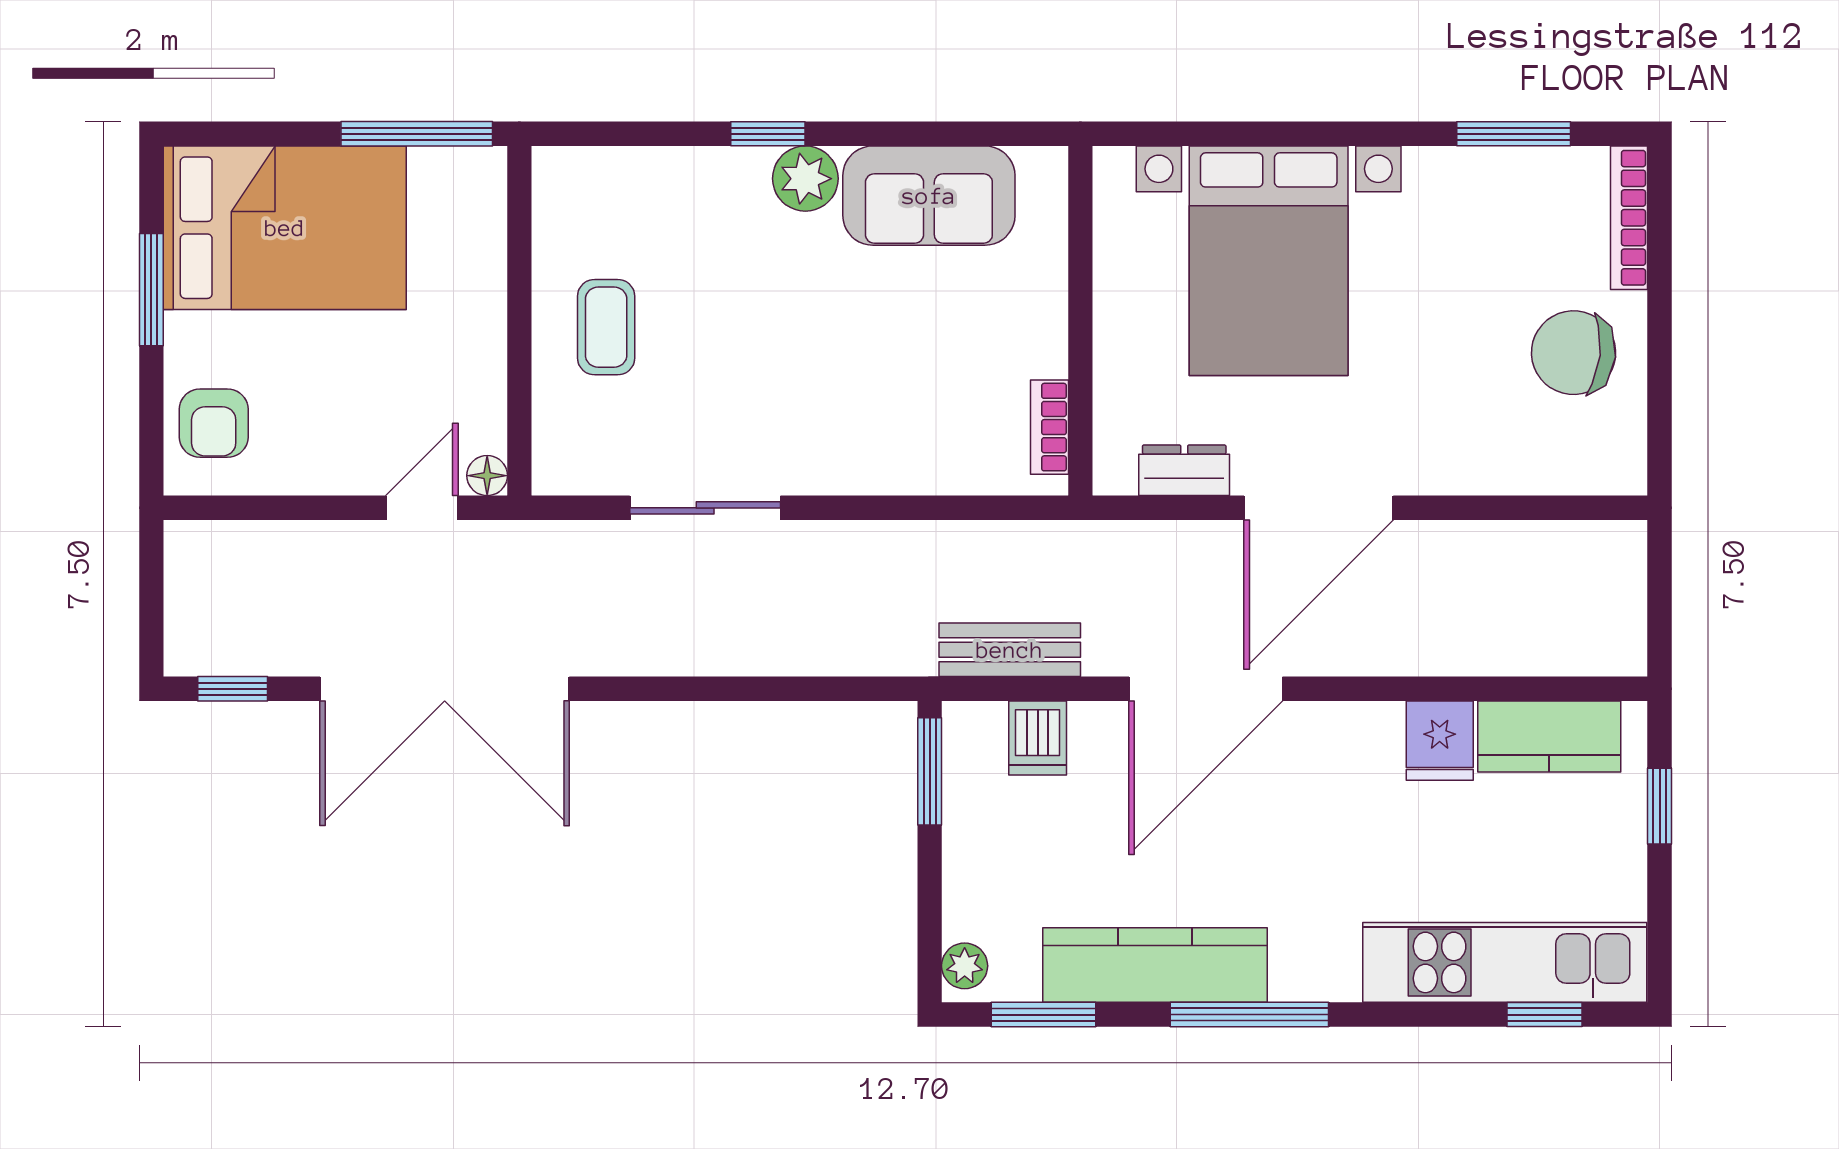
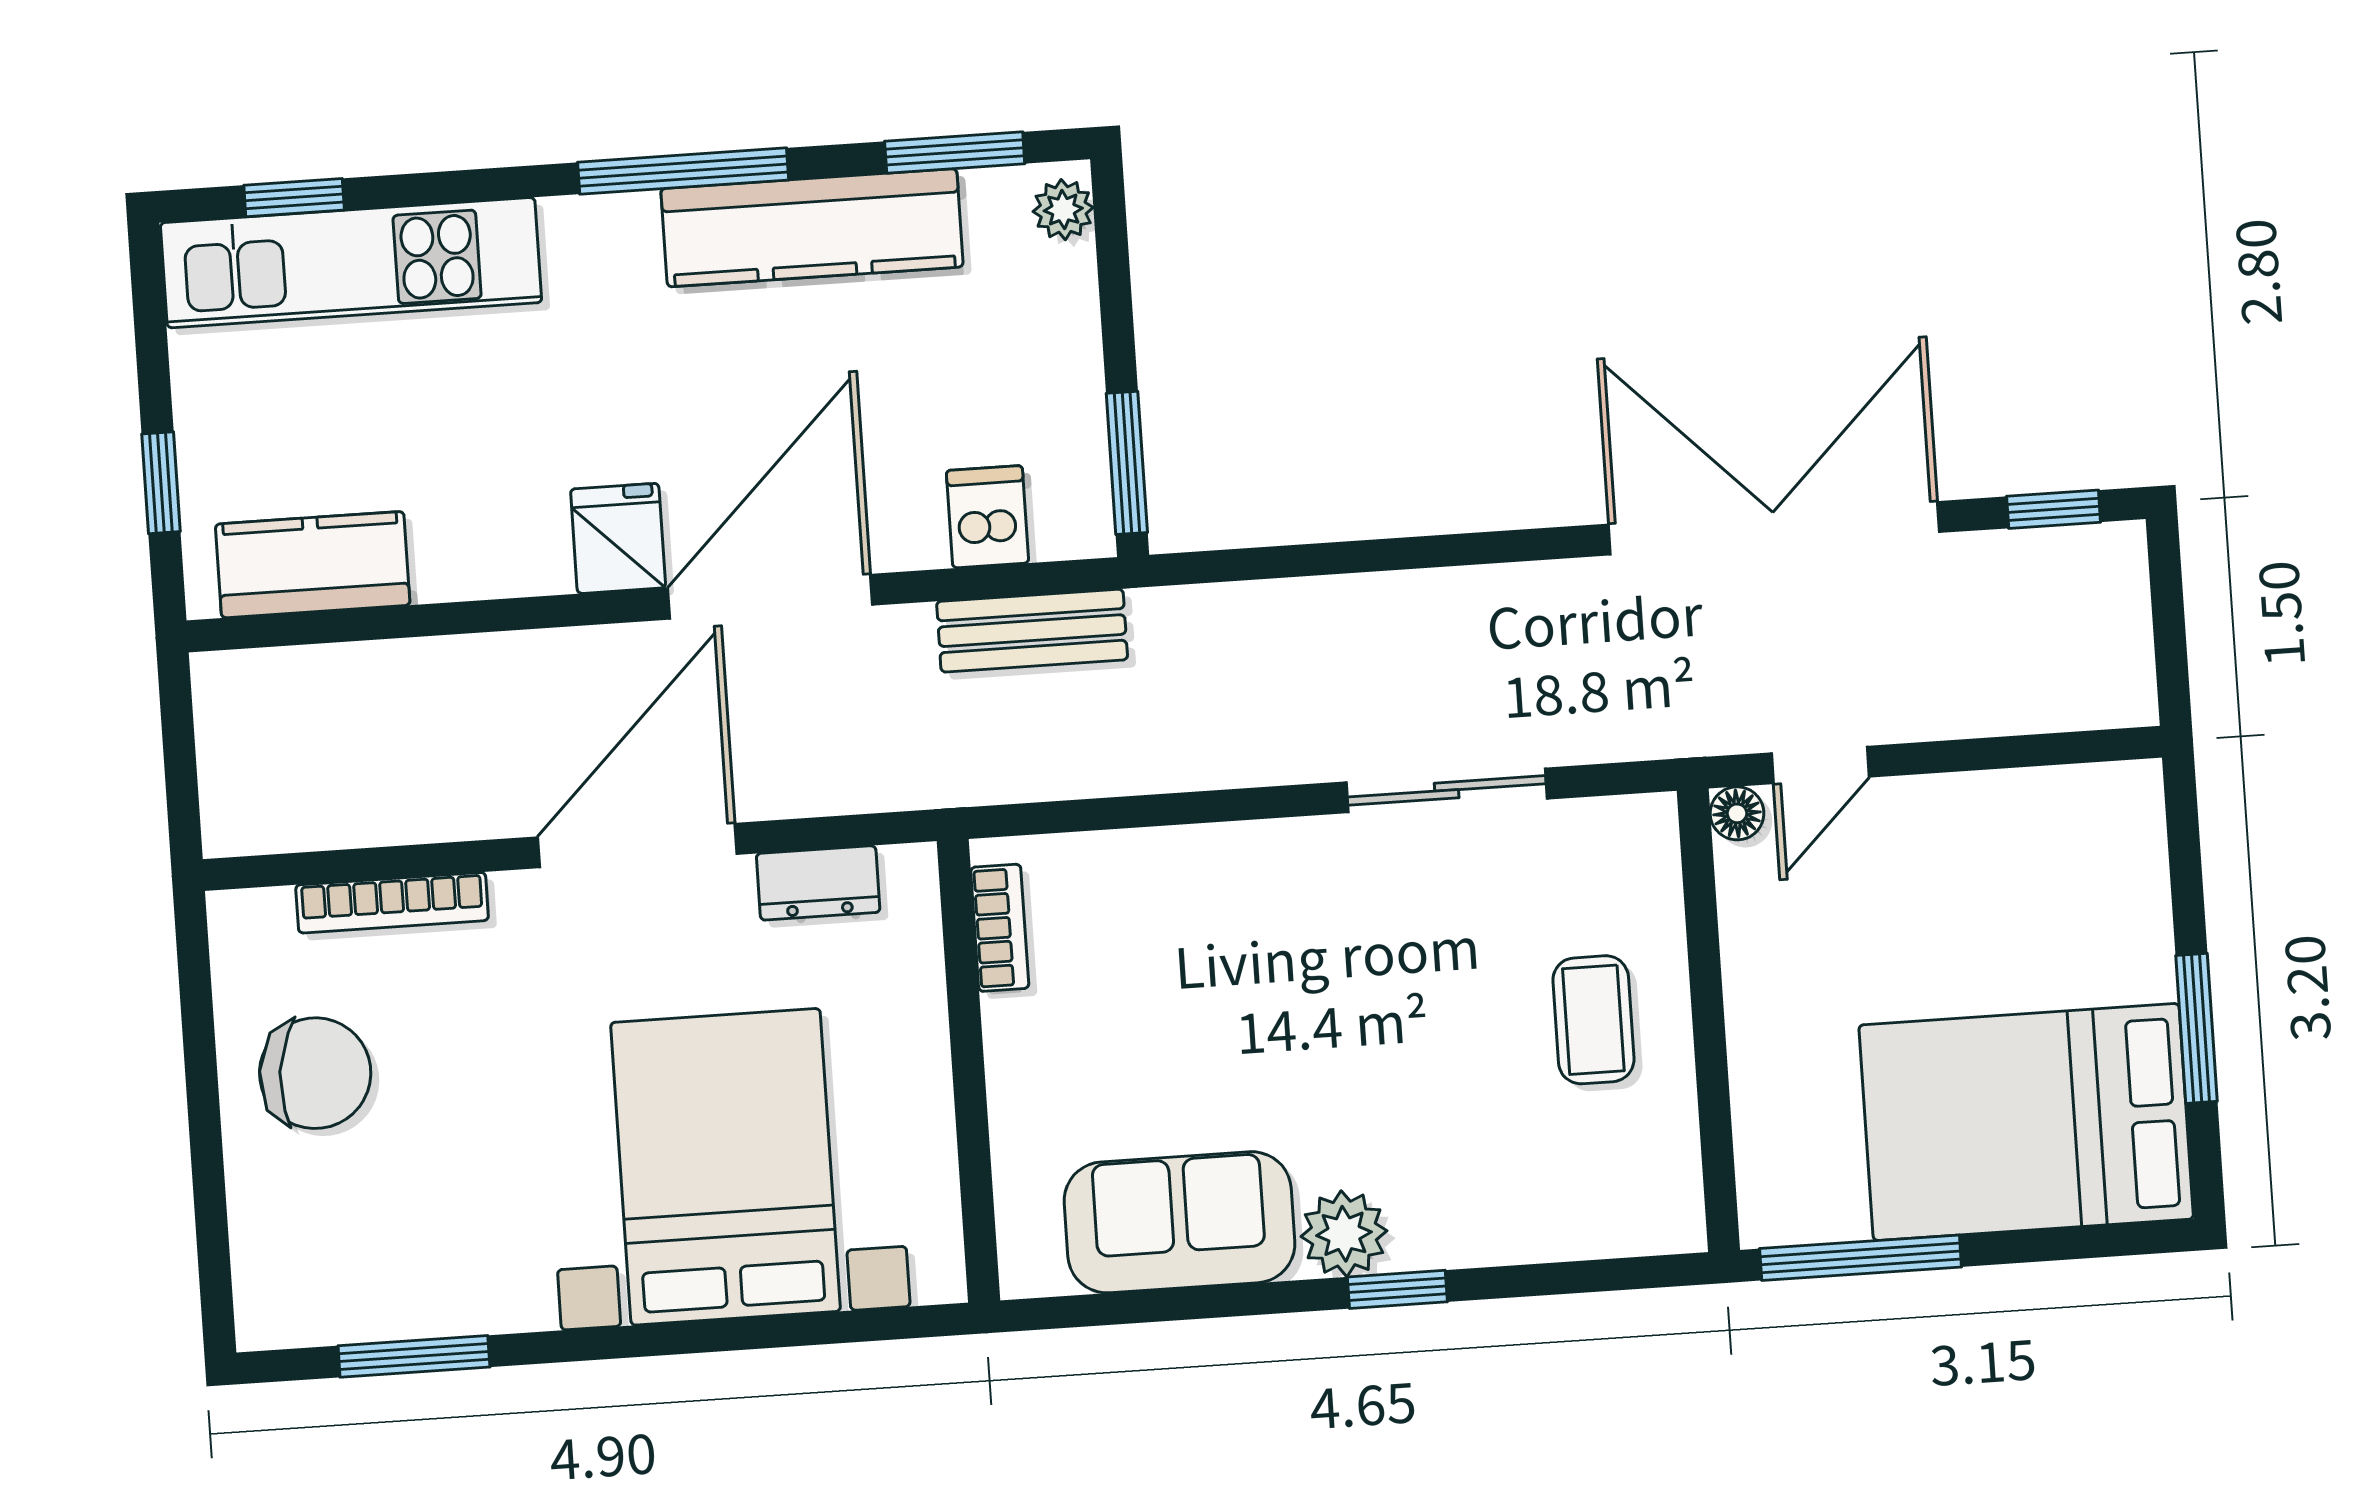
bookcase: (1629, 218) -> (392, 903), moved, turned 90
armchair: (214, 423) -> (2102, 858), removed
fridge: (1440, 741) -> (618, 538), moved

